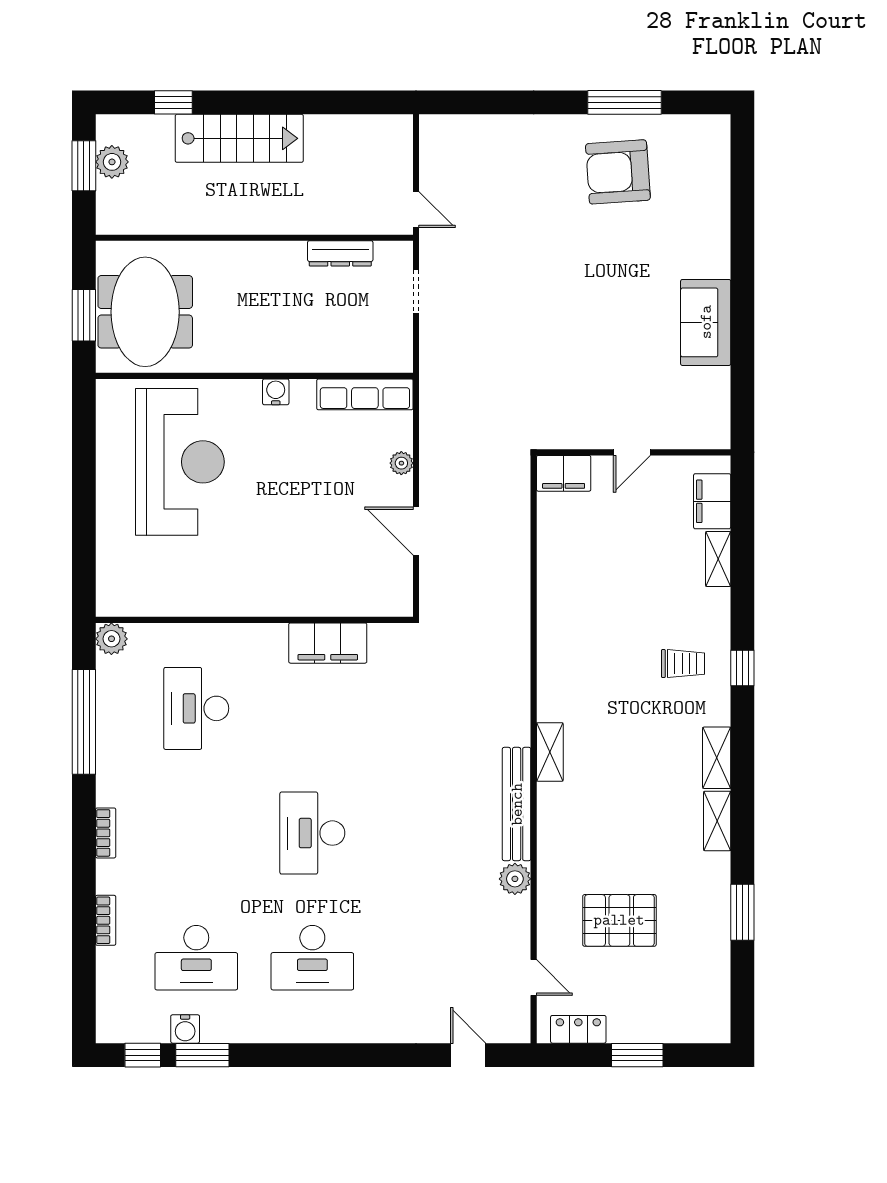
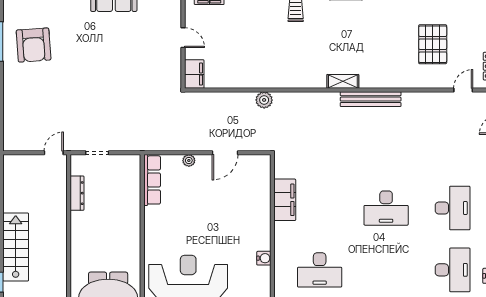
water cooler: (276, 392) -> (264, 258), moved, turned 180
plant: (515, 879) -> (264, 100), moved

